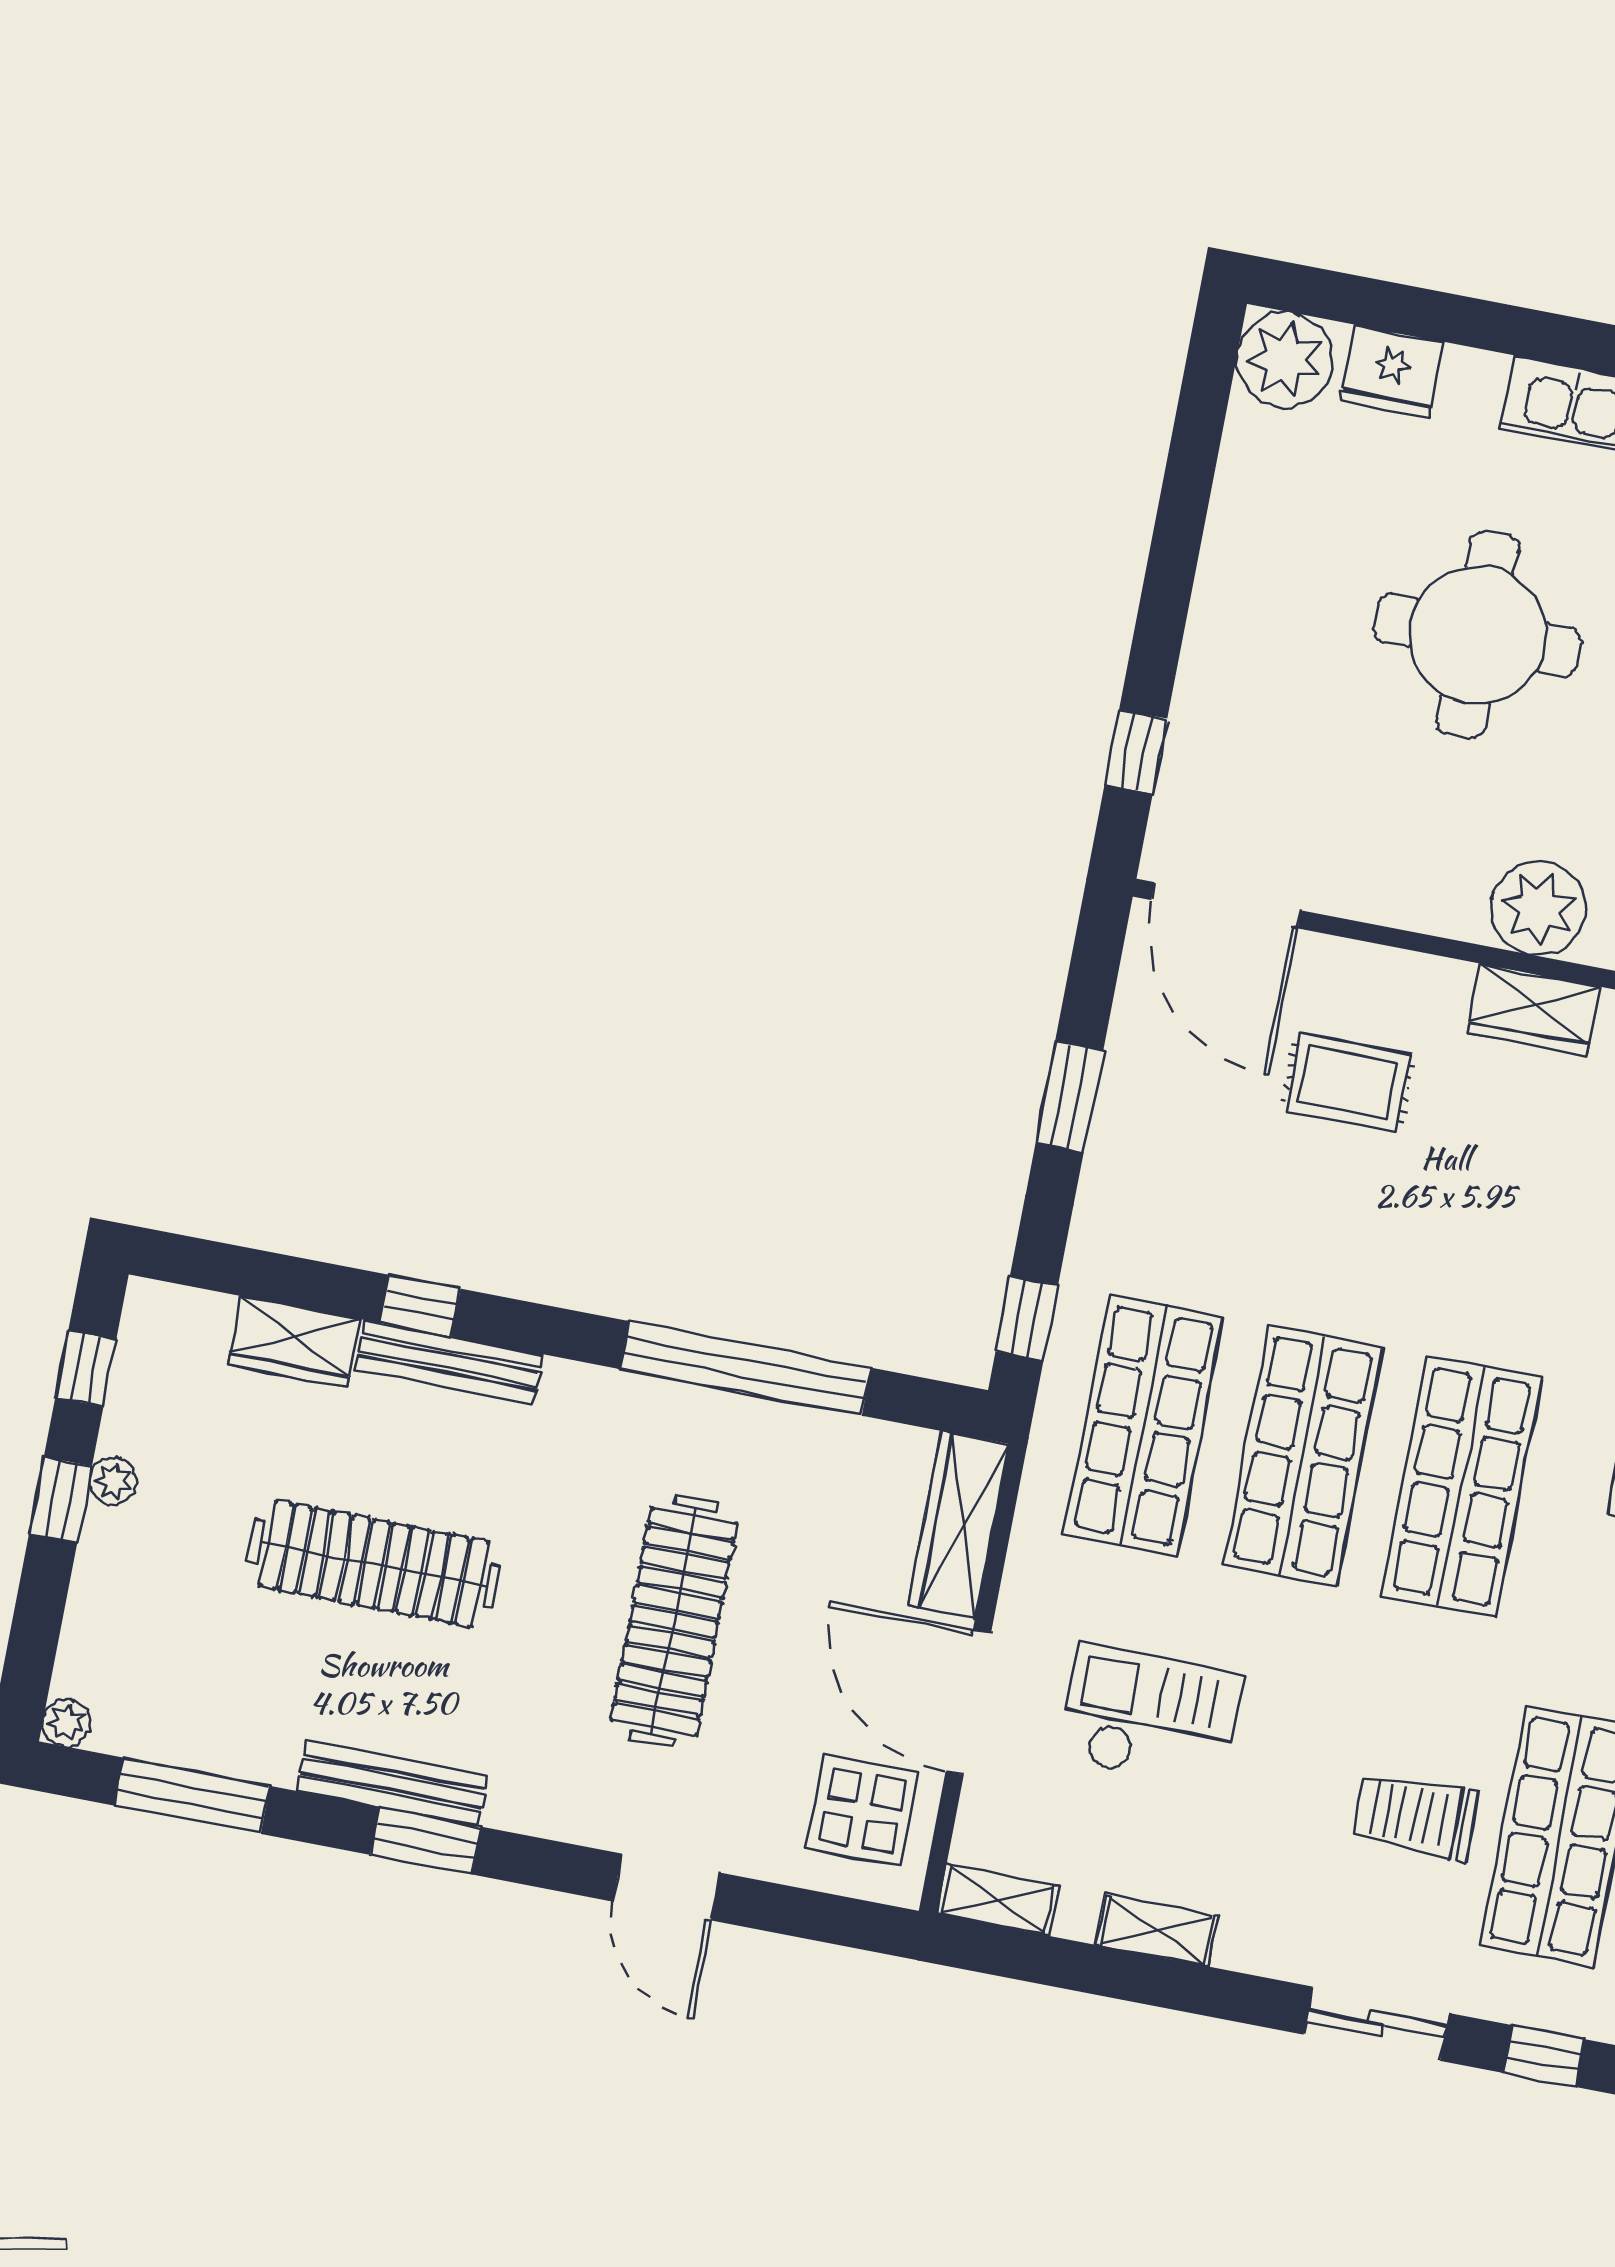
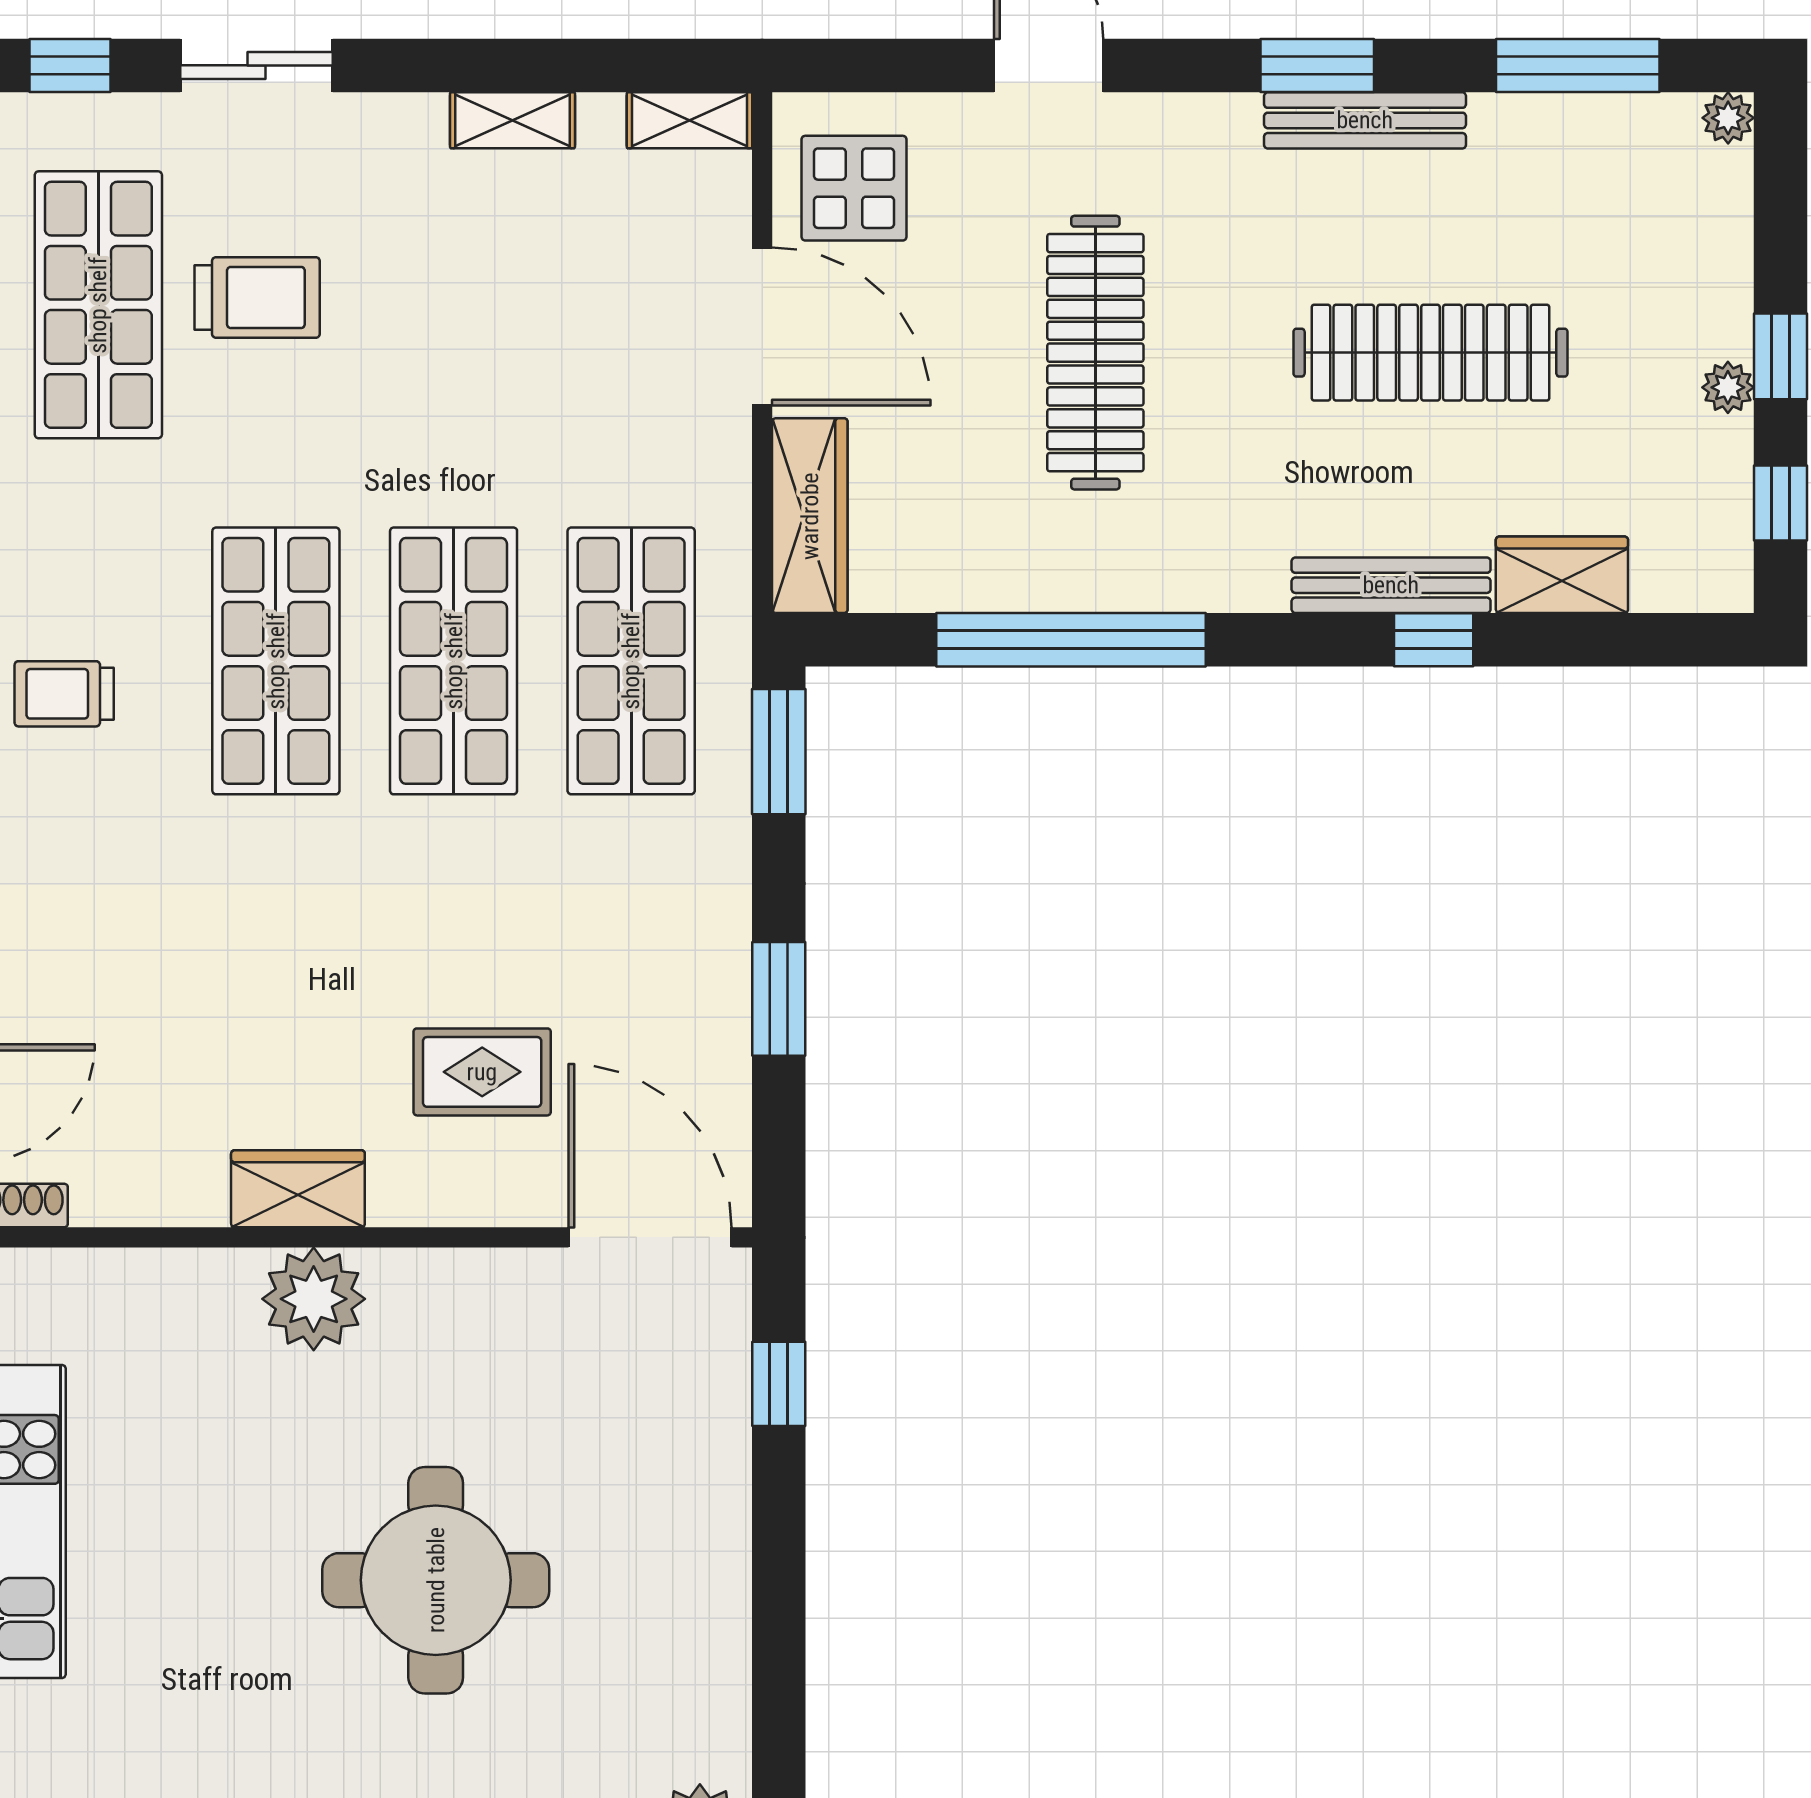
window: (1027, 1319) -> (779, 752), width x1.50
checkout: (1150, 1716) -> (564, 349), removed

